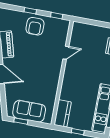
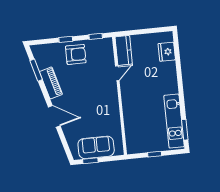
armchair: (35, 26) -> (76, 54), turned -90
kitchen counter: (63, 113) -> (124, 50), moved

